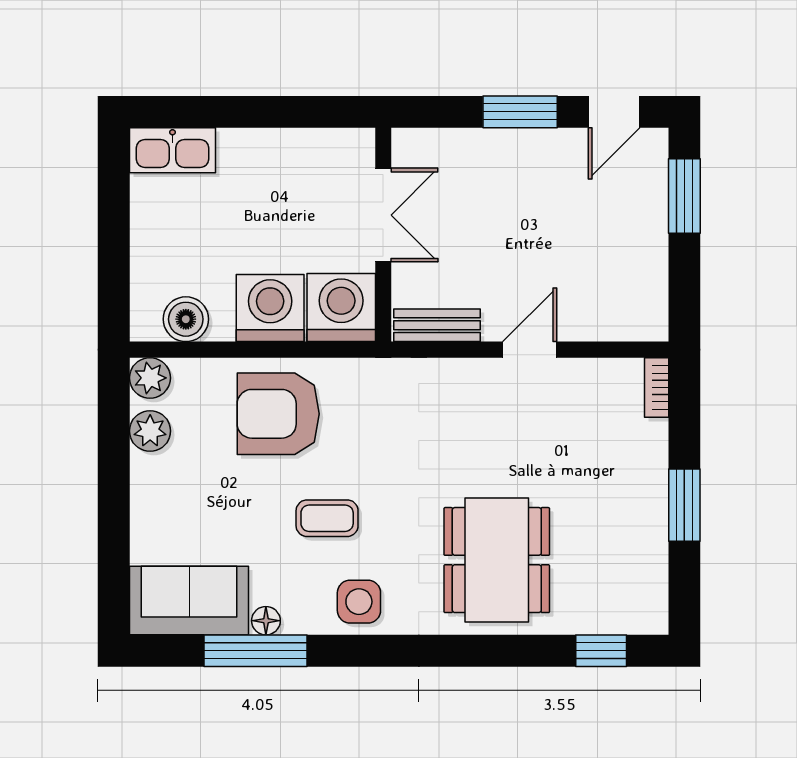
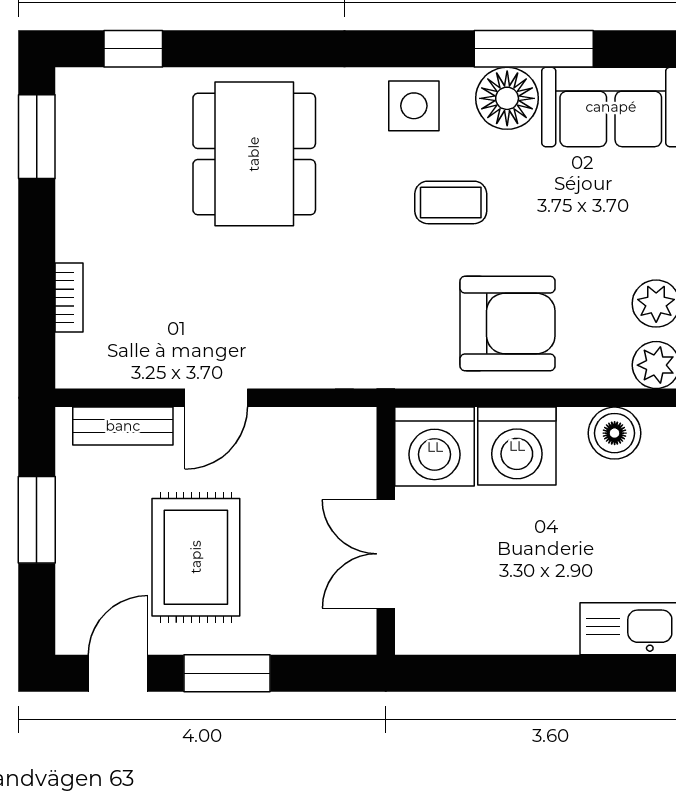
window: (684, 196) -> (37, 520), moved
rug: (547, 212) -> (196, 557), added
bench: (437, 325) -> (123, 426), moved
bookcase: (657, 387) -> (69, 298), moved
window: (684, 505) -> (37, 137), moved
floor lamp: (266, 621) -> (507, 98), width x1.89, depth x1.89

